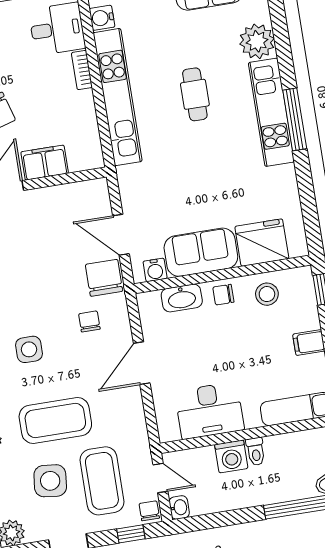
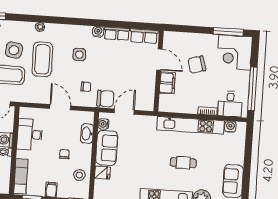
fridge: (262, 243) -> (102, 173), width x0.53, depth x0.75
chair: (223, 295) -> (64, 154), moved

